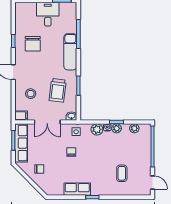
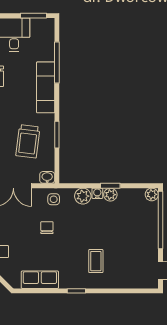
plant: (134, 128) -> (152, 194), moved
coffee table: (122, 173) -> (96, 261), moved
row of seats: (77, 189) -> (40, 280), moved

